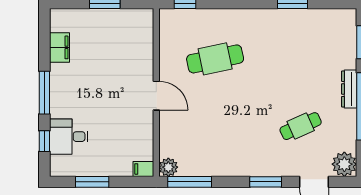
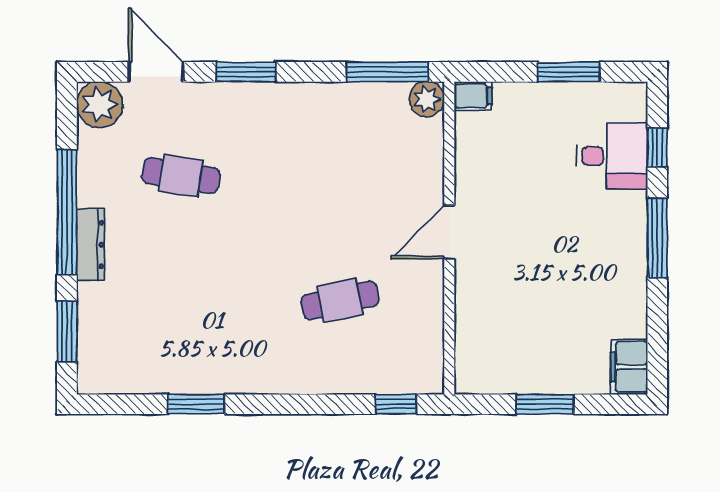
filing cabinet: (60, 47) -> (629, 367), moved
cafe table: (215, 59) -> (340, 300), width x0.73, depth x0.74
door: (156, 96) -> (449, 232), hinge flipped
cafe table: (301, 126) -> (181, 176), turned 33

